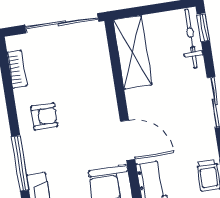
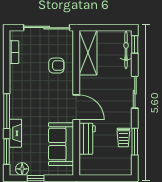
armchair: (44, 116) -> (56, 66), moved

